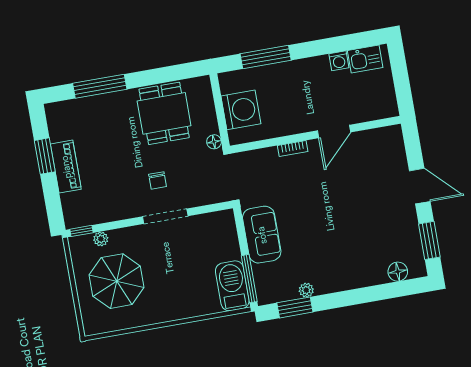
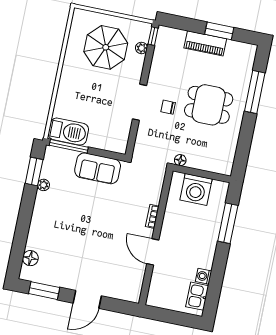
dining table: (164, 113) -> (209, 105), moved

